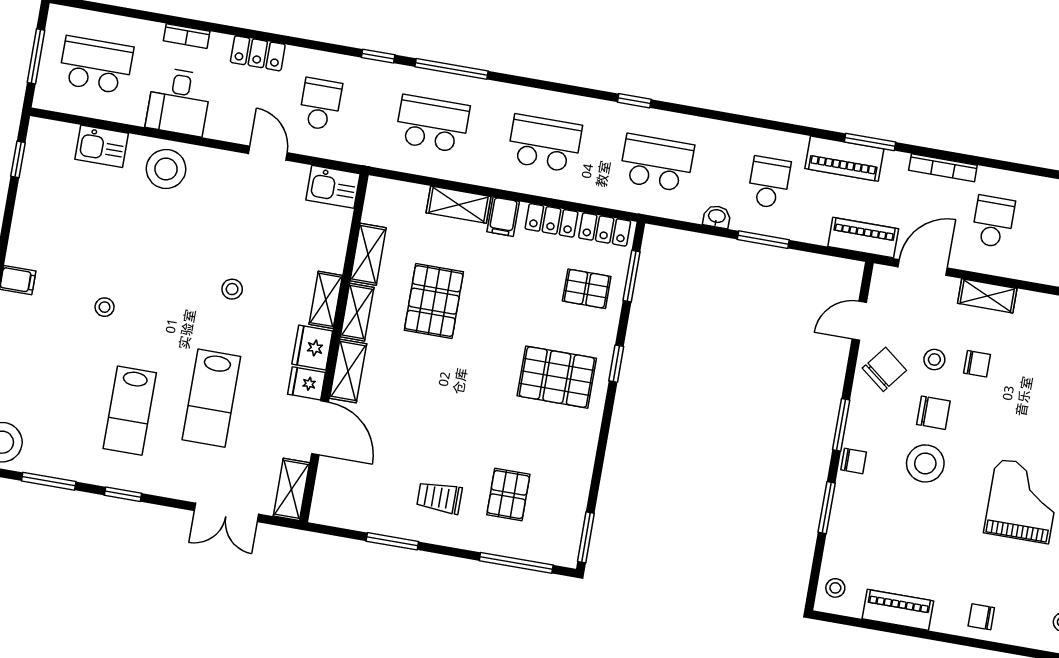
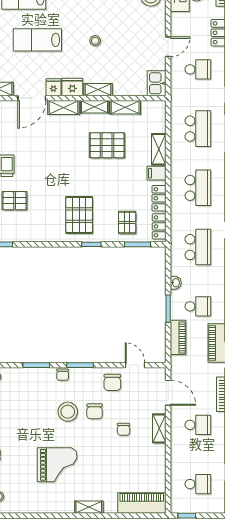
piano: (863, 238) -> (178, 337), moved
stool: (934, 360) -> (122, 407), removed
chair: (884, 369) -> (112, 382), turned 52

